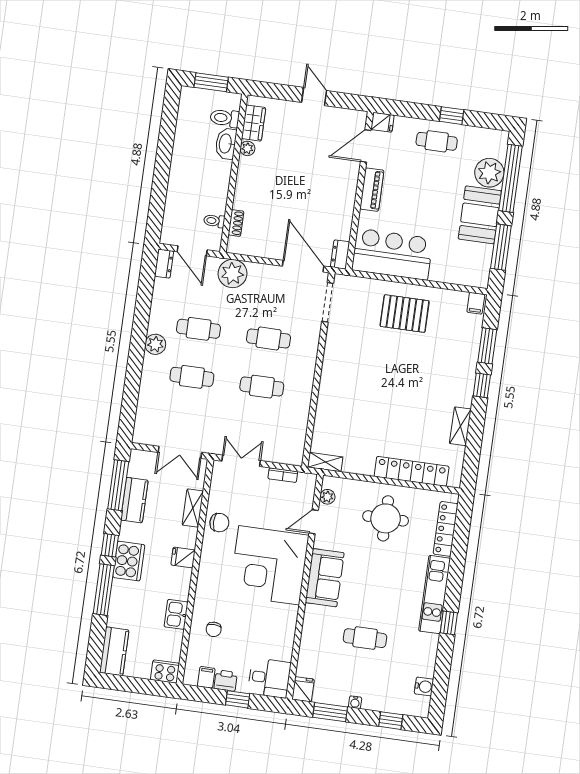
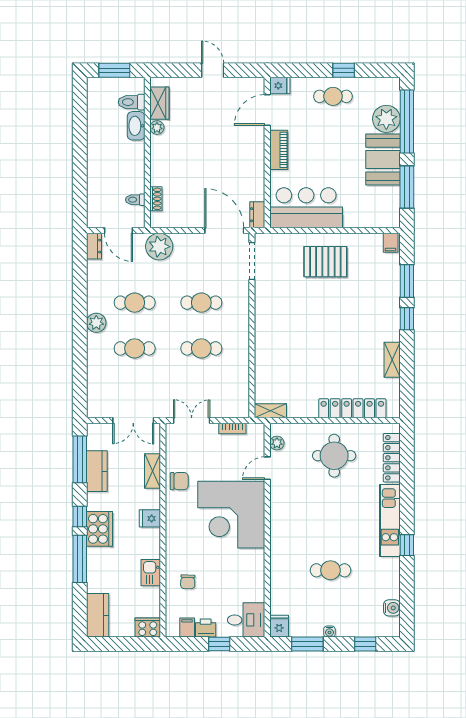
sofa: (325, 578) -> (285, 519), removed

